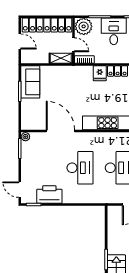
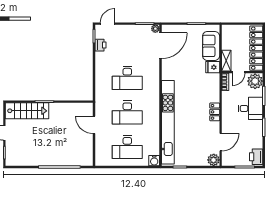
door: (20, 41) -> (241, 24), removed
fridge: (100, 73) -> (213, 67), moved
sofa: (30, 82) -> (211, 46), moved, turned 90
door: (60, 131) -> (160, 46), moved
printer: (49, 194) -> (101, 45), width x0.53, depth x0.68

